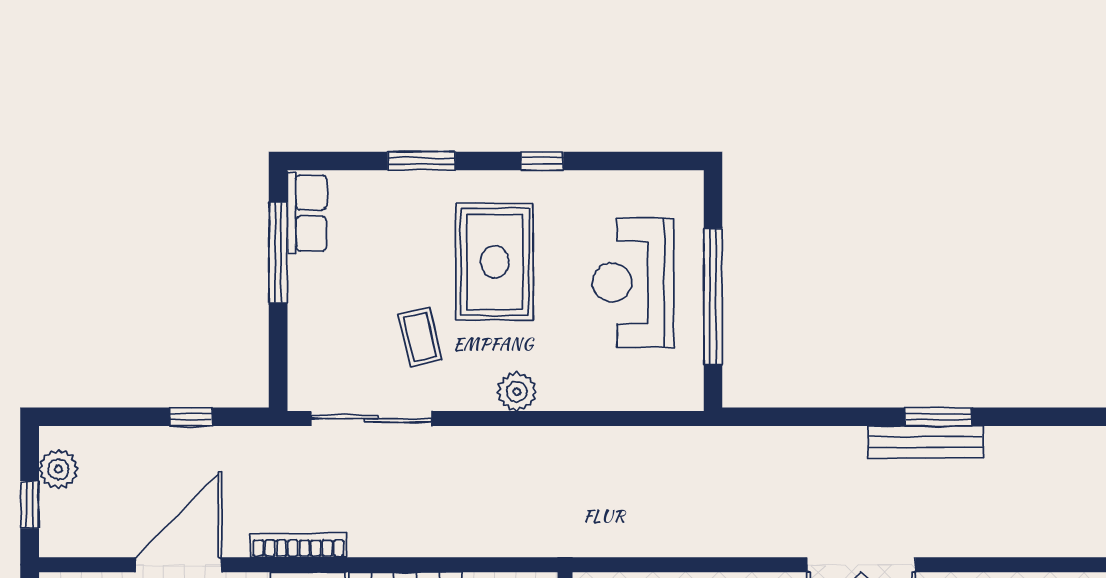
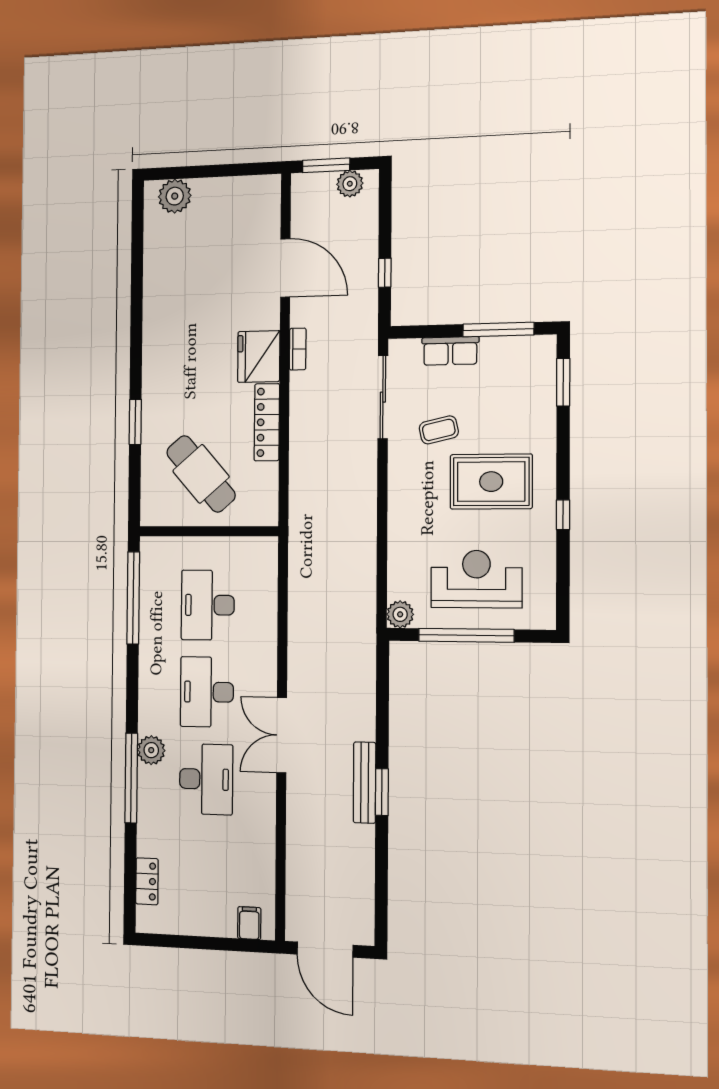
window: (422, 161) -> (563, 382), moved
row of seats: (307, 213) -> (450, 351), moved
plant: (517, 392) -> (400, 614), moved
window: (30, 505) -> (326, 165), width x1.50
bookcase: (299, 545) -> (298, 349), width x0.64

